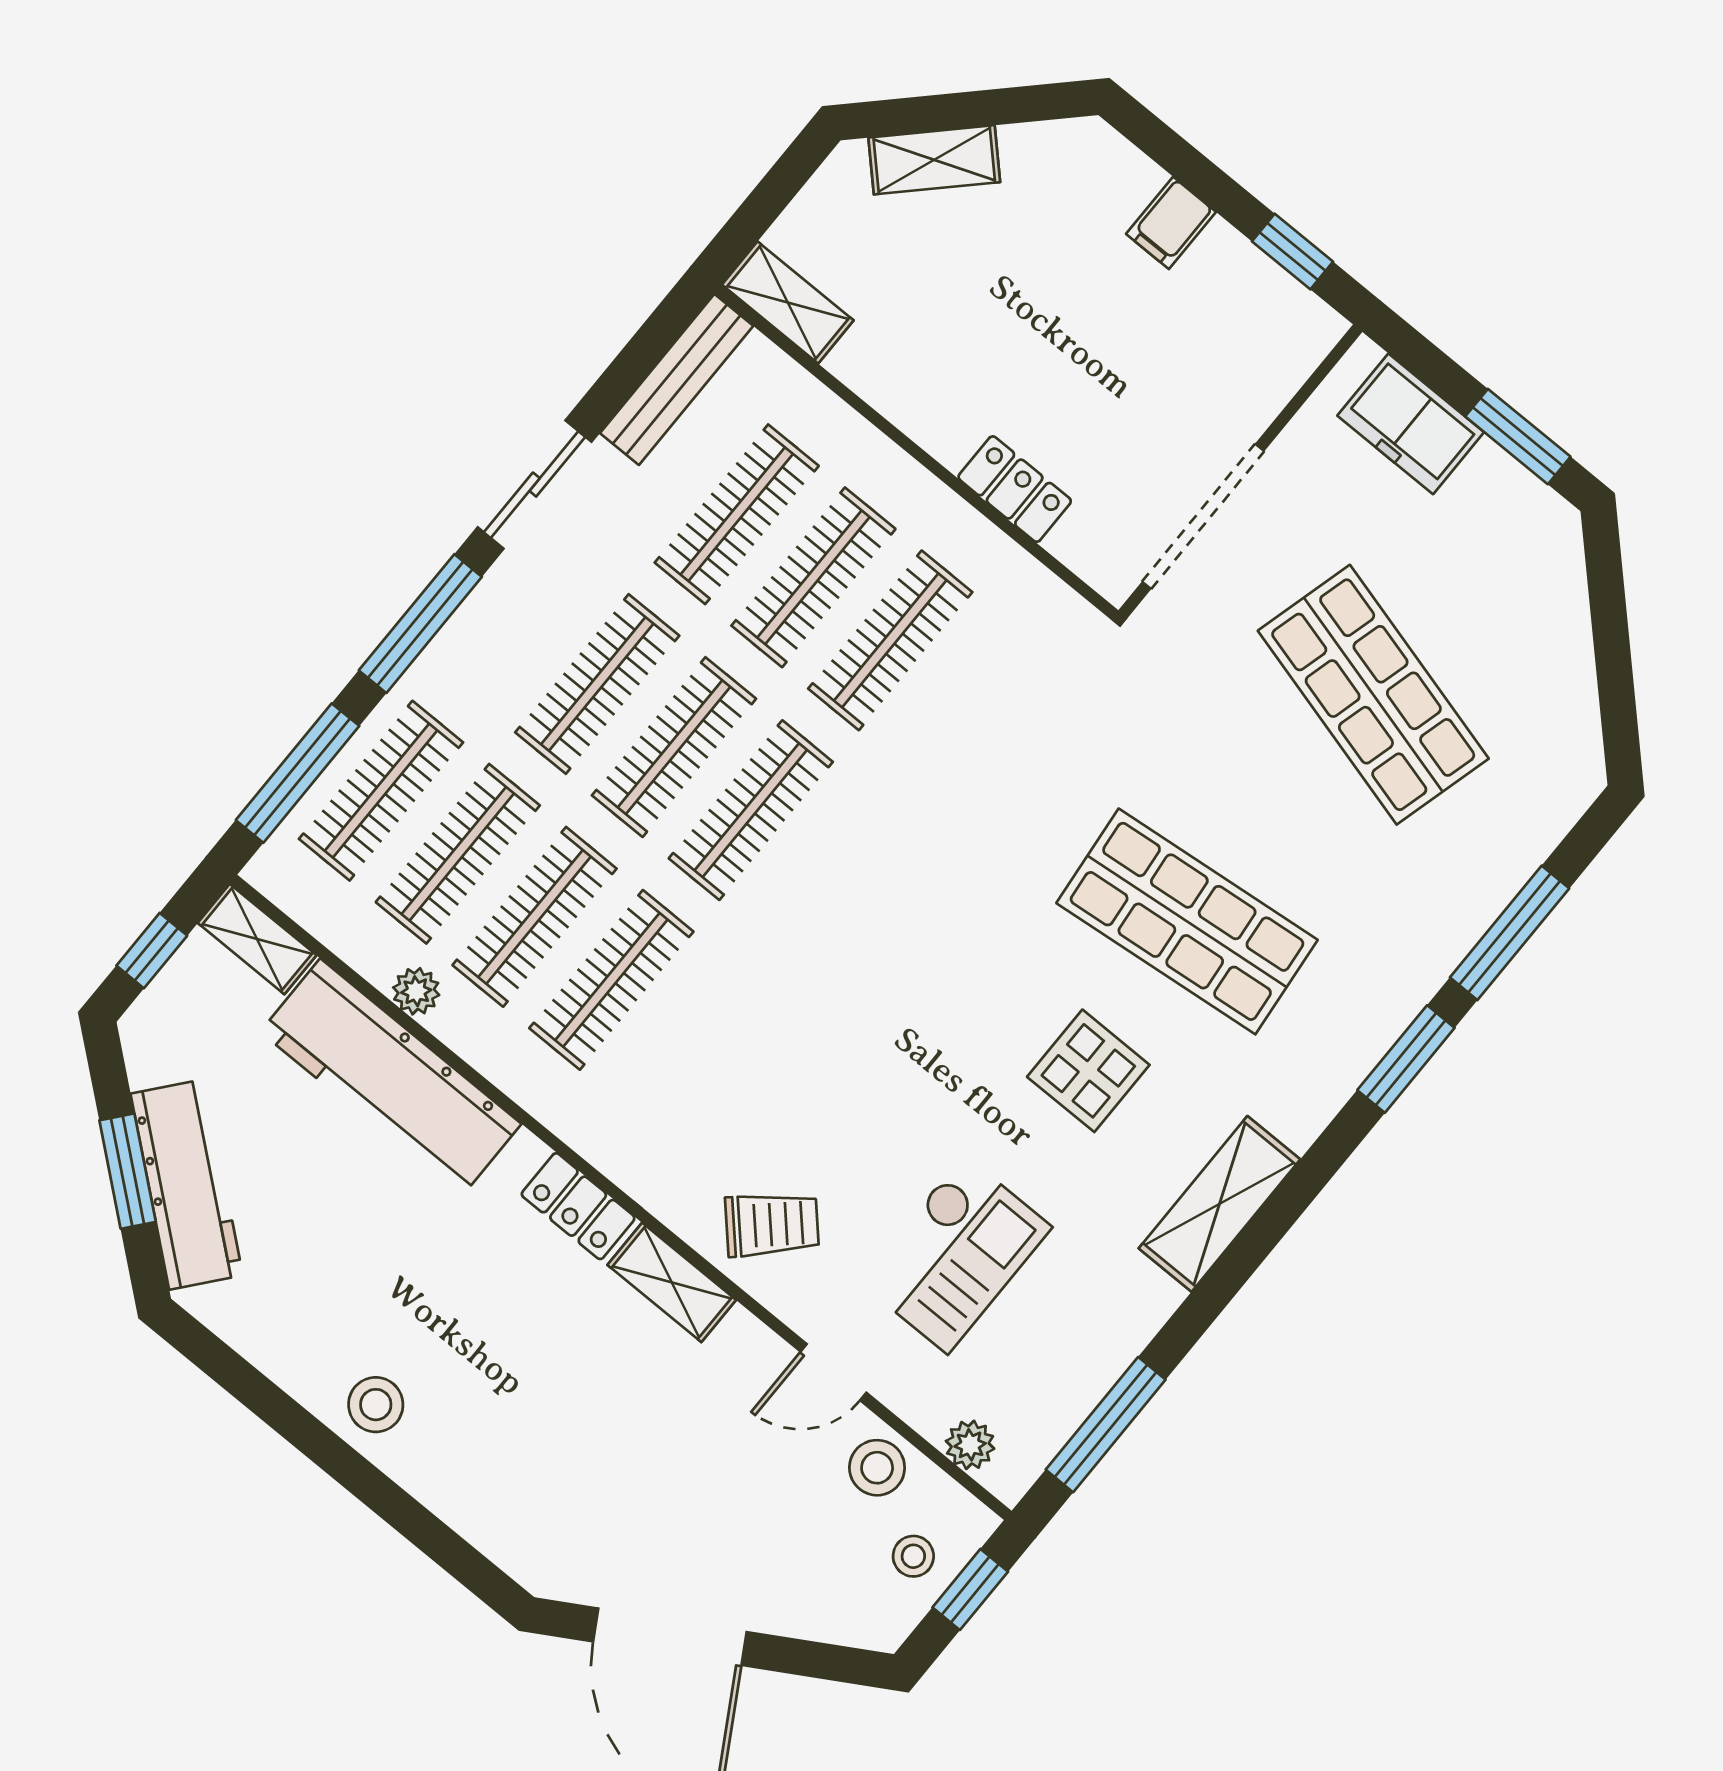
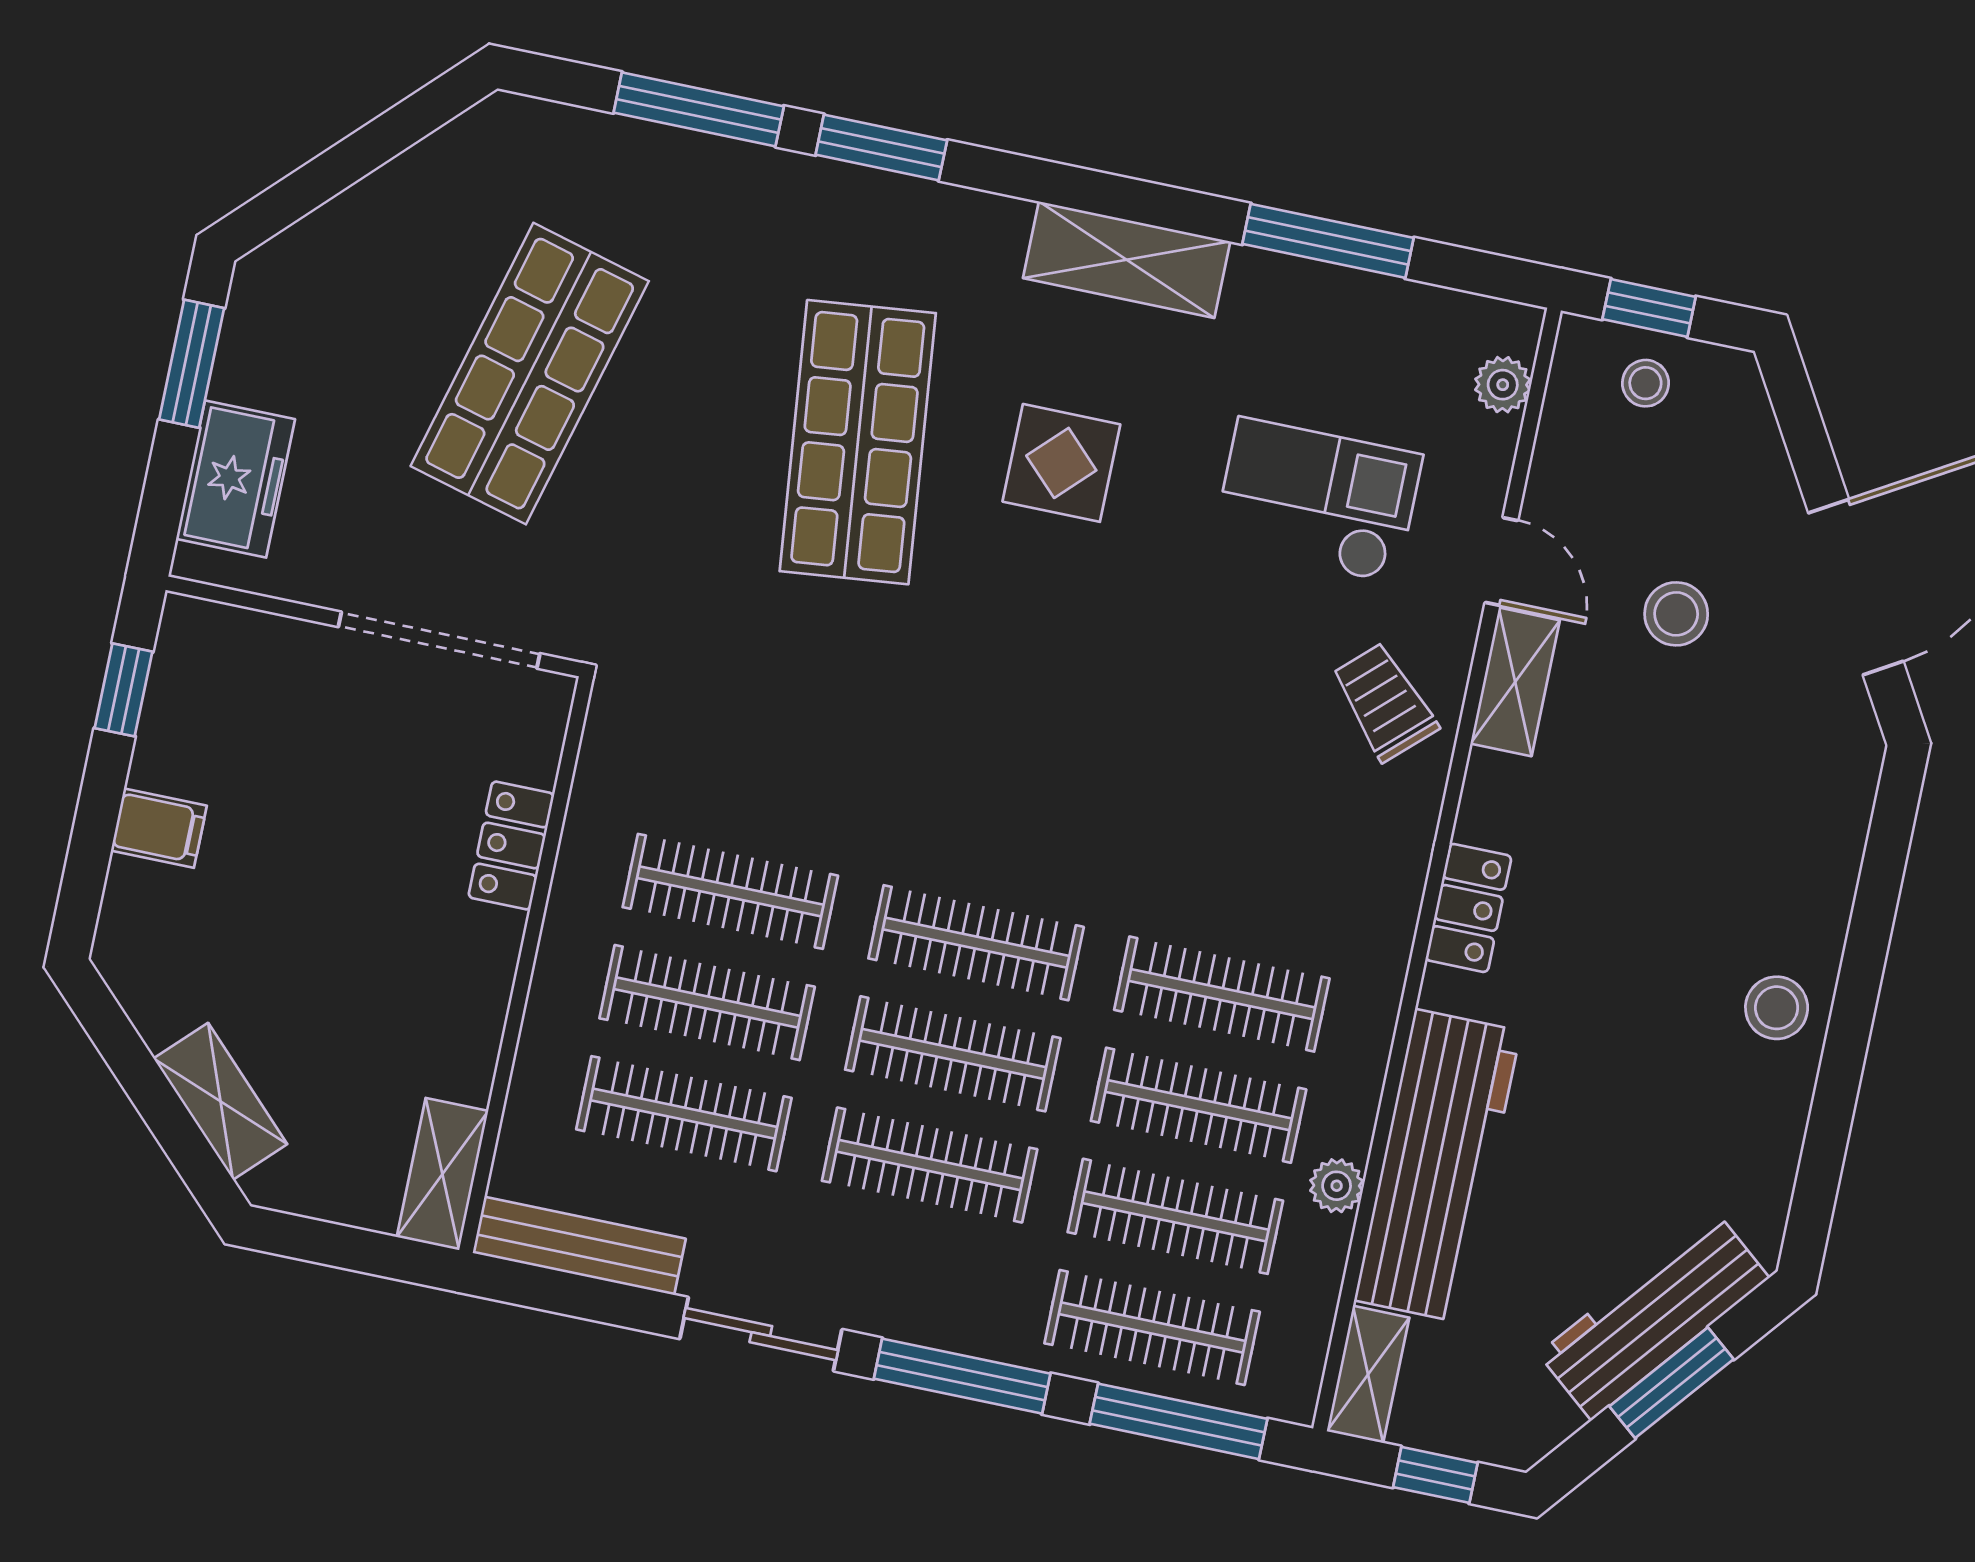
shelving: (672, 1282) -> (1515, 682), moved
window: (1106, 1425) -> (1328, 241), moved
stool: (877, 1468) -> (1676, 614), moved

